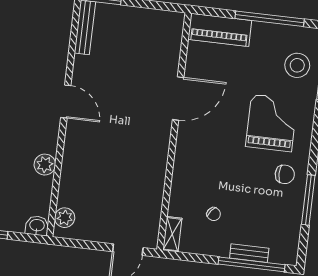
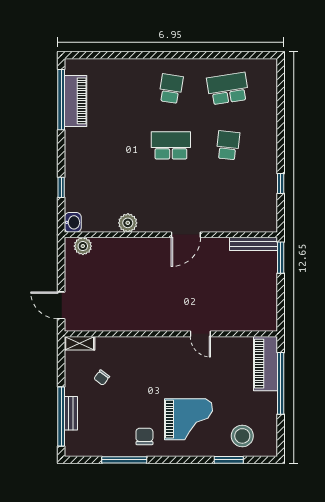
window: (270, 19) -> (281, 383), moved
door: (178, 99) -> (200, 334), width x0.53
chair: (285, 174) -> (144, 436), turned 180

